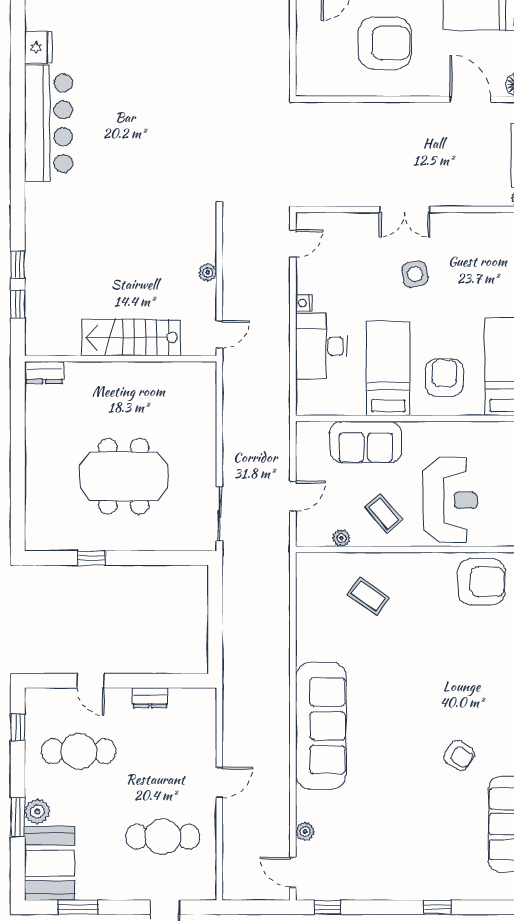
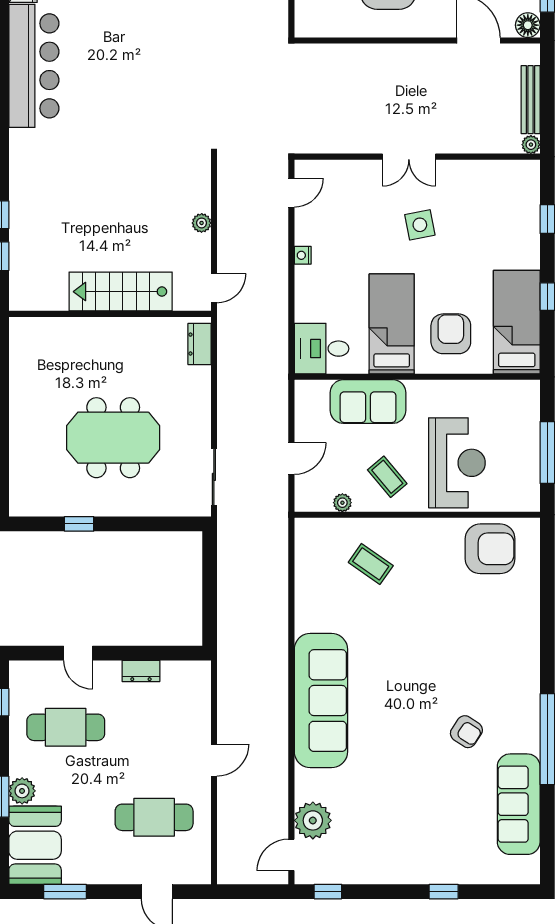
desk: (322, 346) -> (322, 349), moved, width x0.73
dresser: (44, 372) -> (199, 344), moved, turned 90
plant: (305, 831) -> (313, 820), width x1.88, depth x1.88
door: (293, 872) -> (291, 855), hinge flipped

